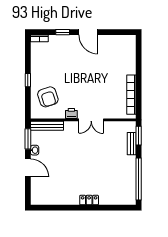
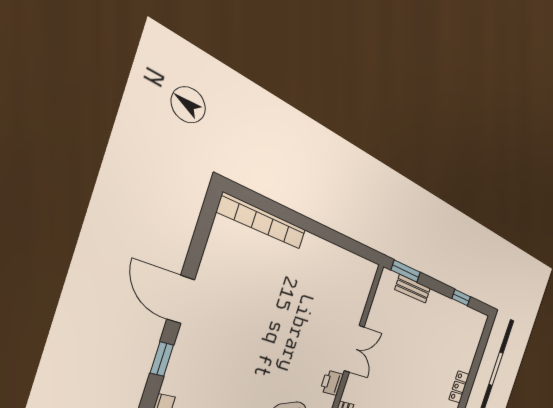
door: (88, 32) -> (181, 299), swing flipped
bookcase: (131, 95) -> (263, 221), moved
window: (139, 179) -> (461, 298), width x0.32

